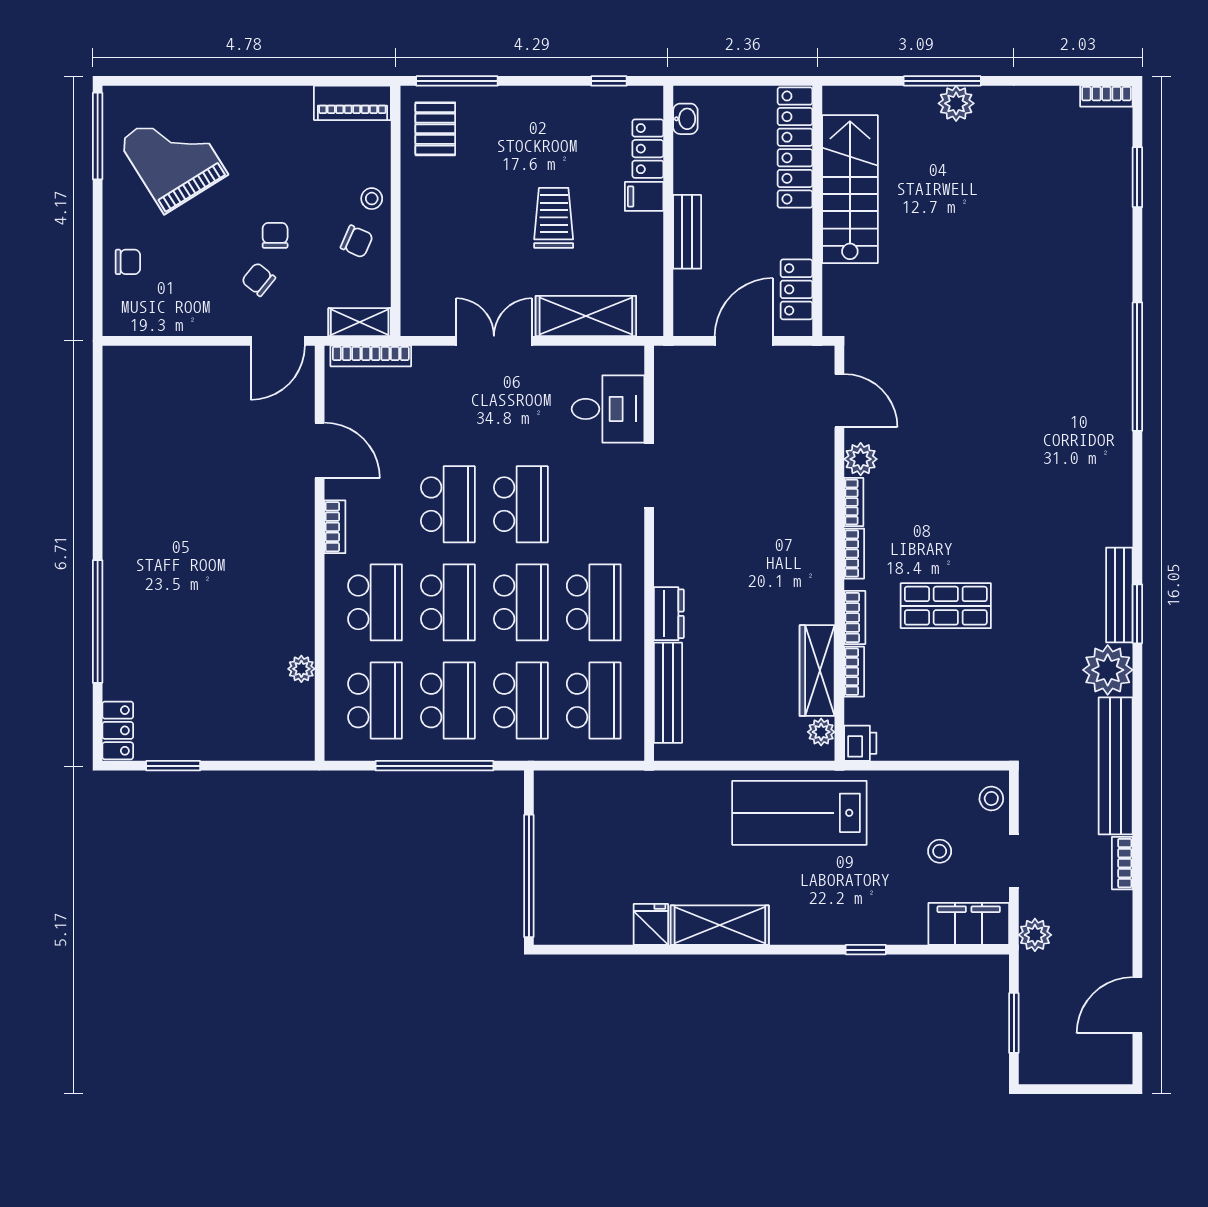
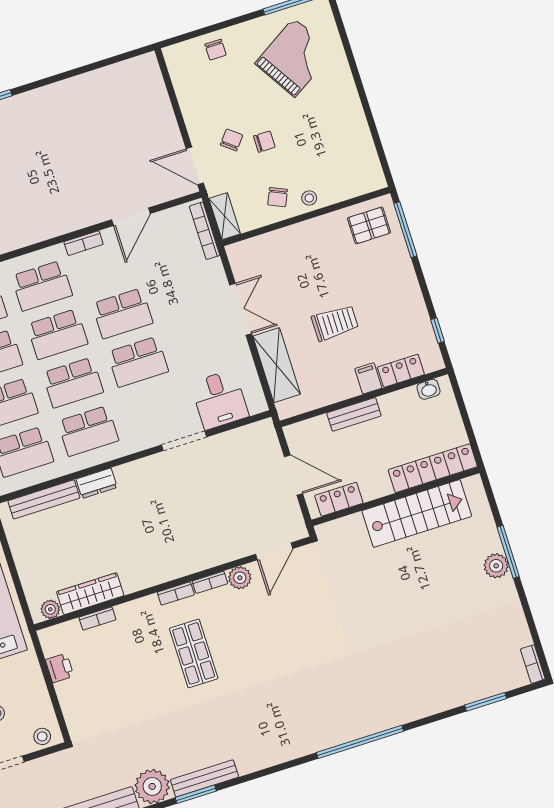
piano: (352, 103) -> (369, 165), removed
shop shelf: (946, 606) -> (194, 653), moved
bookcase: (855, 617) -> (133, 607), removed
printer: (860, 743) -> (60, 668), moved, turned -90

